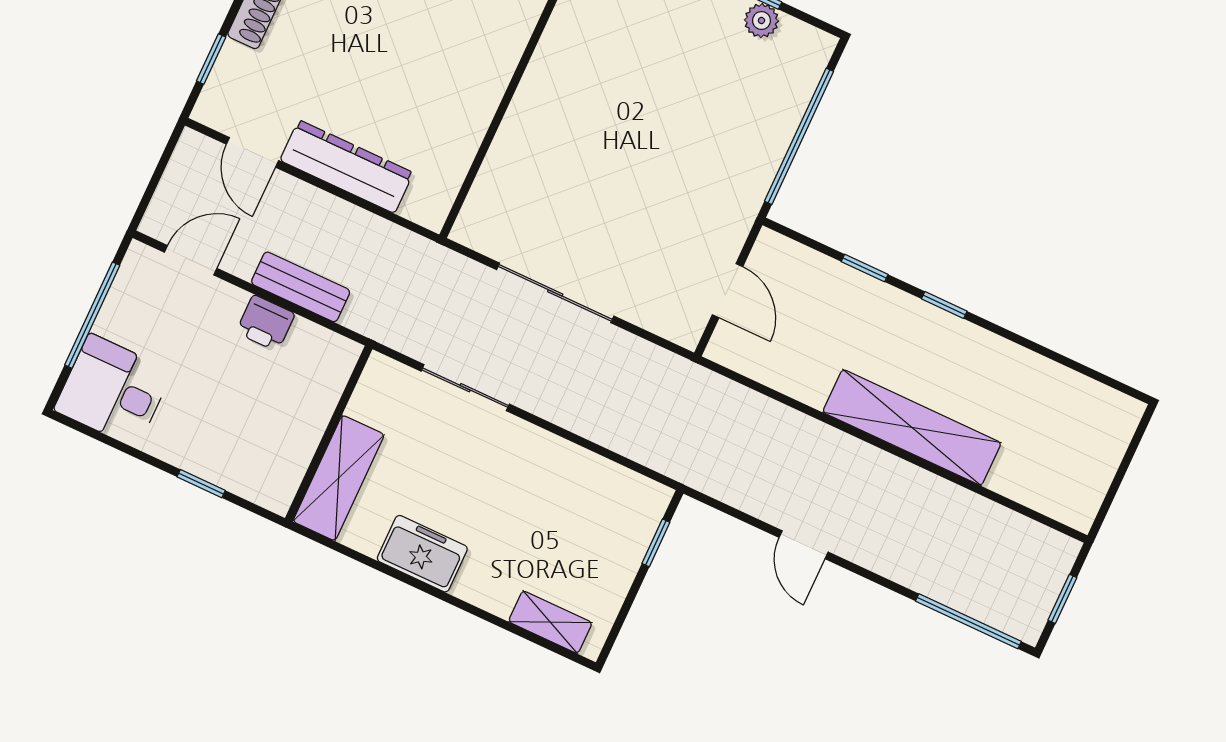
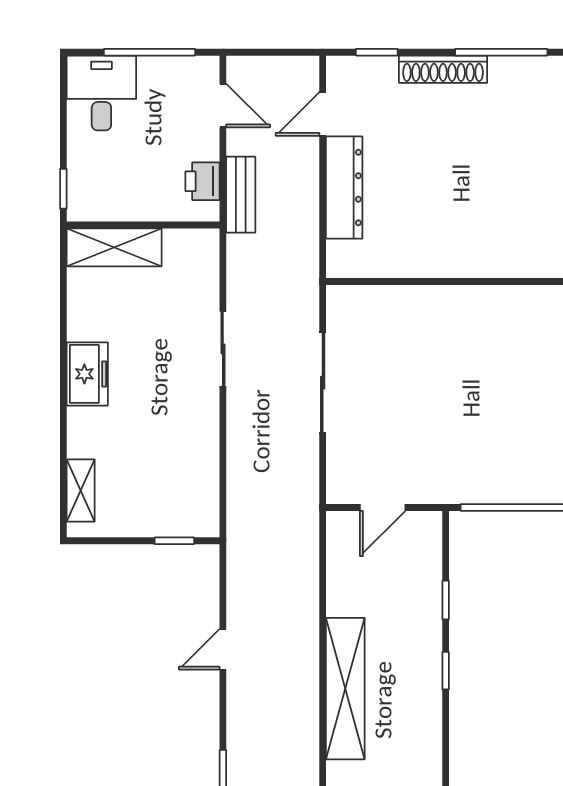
wall: (329, 434) -> (143, 225), moved
shelving: (339, 478) -> (114, 247), moved

